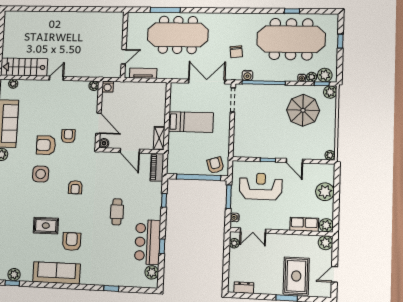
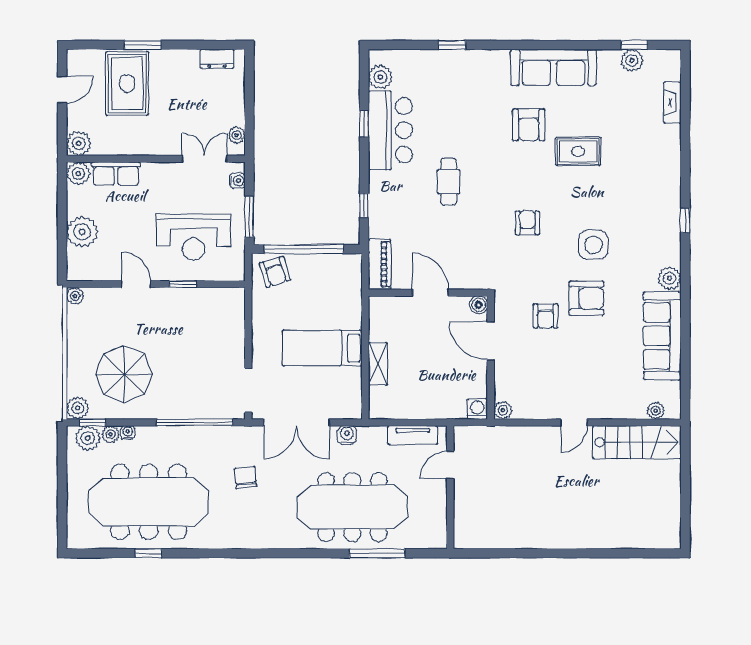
window: (340, 41) -> (62, 500), removed
water cooler: (247, 75) -> (347, 435), moved
shelving: (159, 138) -> (378, 364), moved

